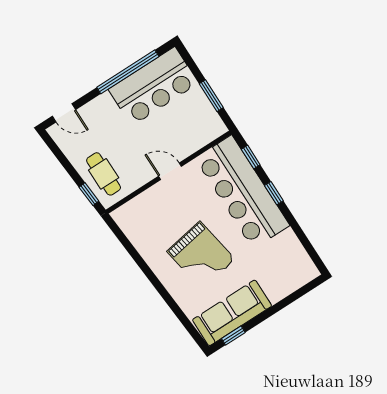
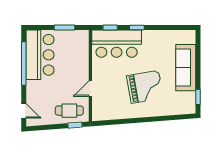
door: (64, 113) -> (24, 111), hinge flipped
door: (170, 171) -> (90, 89), moved
bar counter: (242, 192) -> (117, 44), width x0.73
sofa: (232, 313) -> (186, 68), moved

